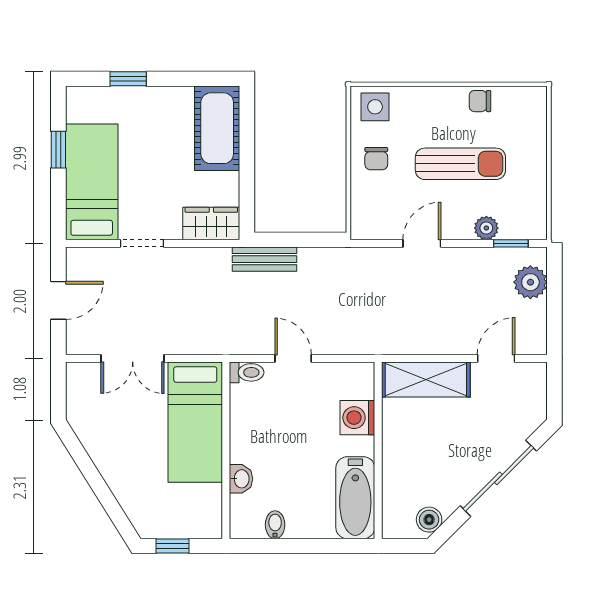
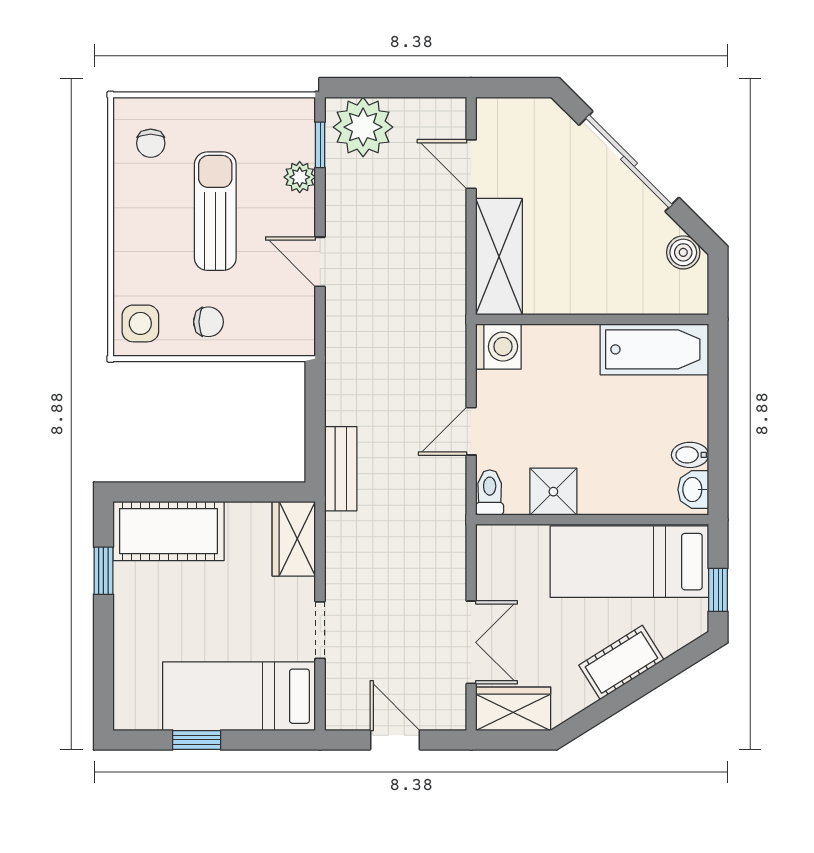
window: (128, 79) -> (103, 571), moved
chair: (480, 101) -> (151, 143), moved
plant: (530, 282) -> (363, 127), width x1.36, depth x1.36
wardrobe: (82, 390) -> (513, 709), added
washing machine: (357, 418) -> (498, 347), moved, turned -90
shower: (247, 421) -> (553, 492), added
bed: (195, 422) -> (629, 562), moved, turned 180
cot: (117, 473) -> (621, 662), added
washbasin: (241, 479) -> (693, 489), moved, turned -90

